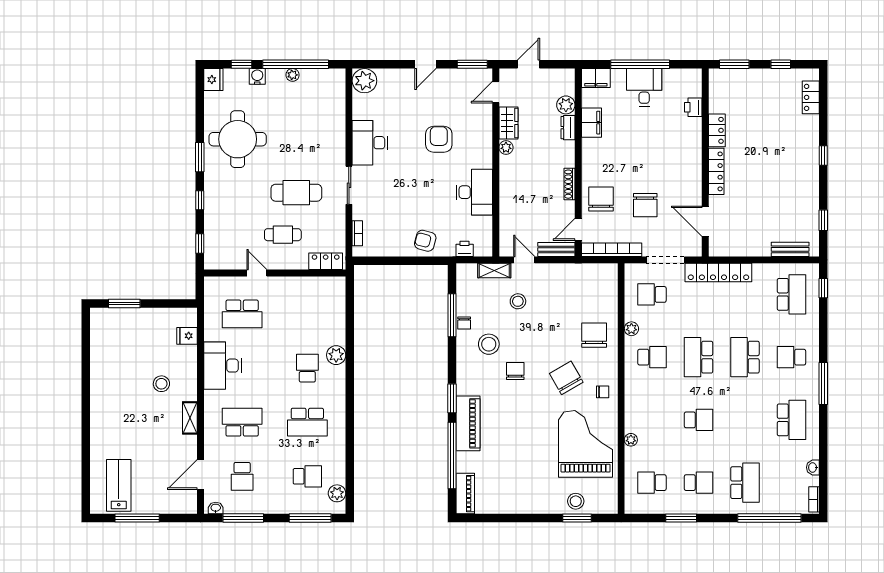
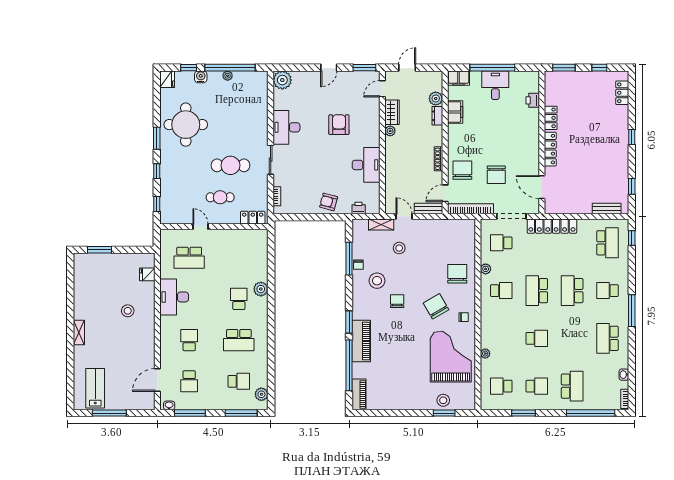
shelving: (190, 418) -> (79, 332), moved
school desk: (791, 420) -> (608, 338), turned 180
school desk: (242, 422) -> (189, 340), width x0.54

